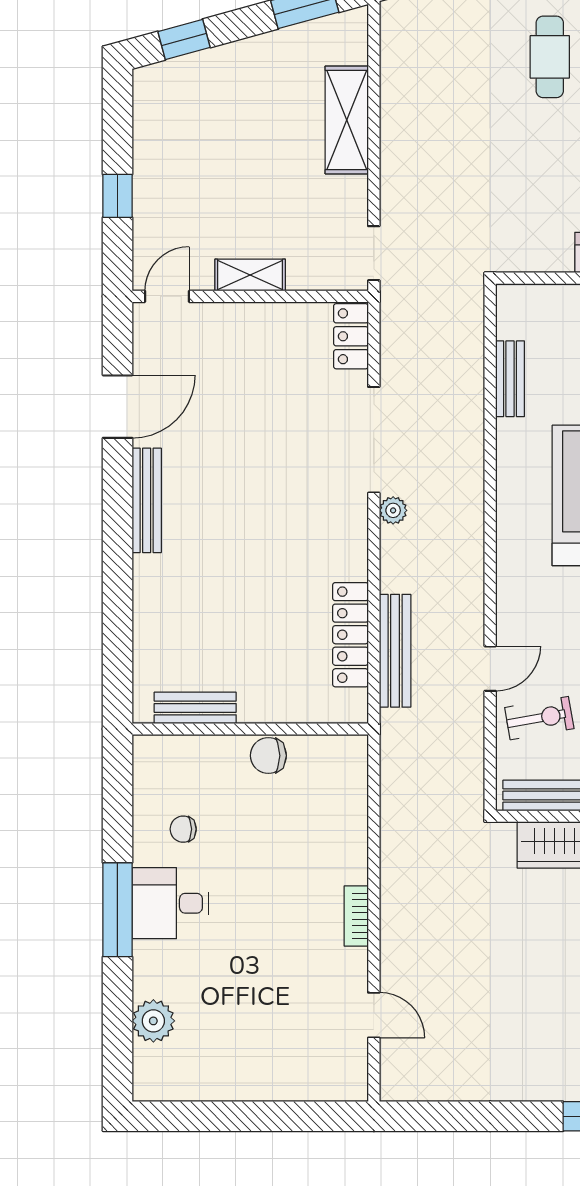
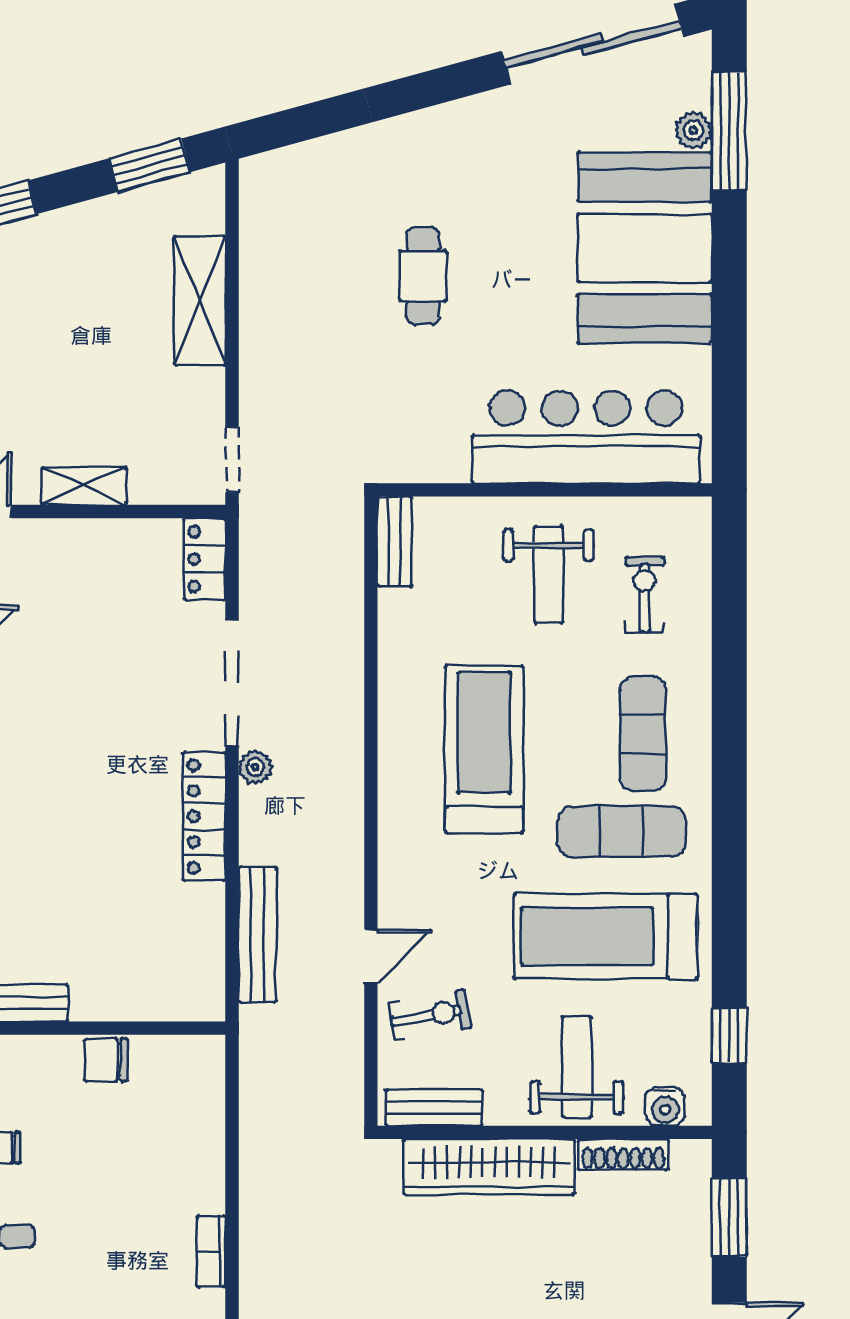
cafe table: (550, 57) -> (423, 276), moved
bench: (510, 379) -> (395, 541), moved
locker: (351, 635) -> (204, 816), moved

